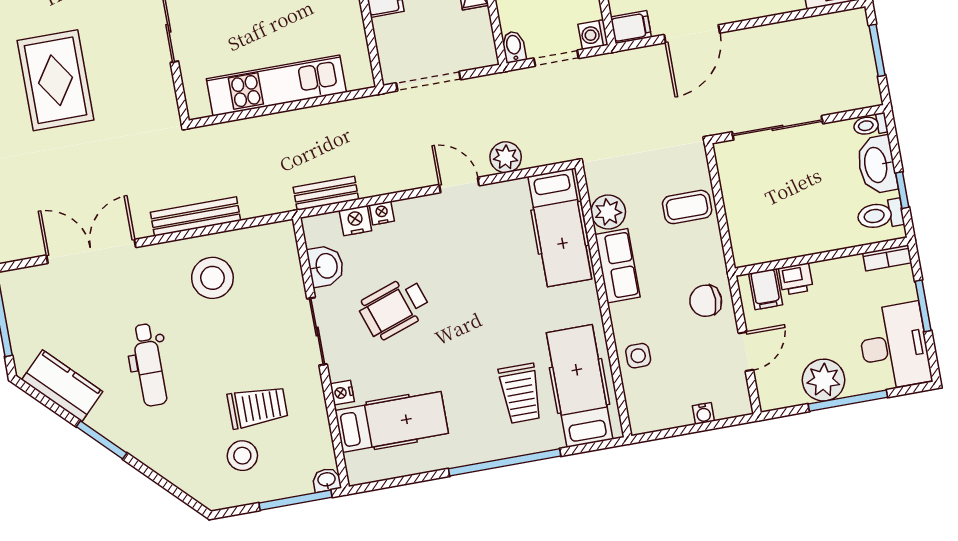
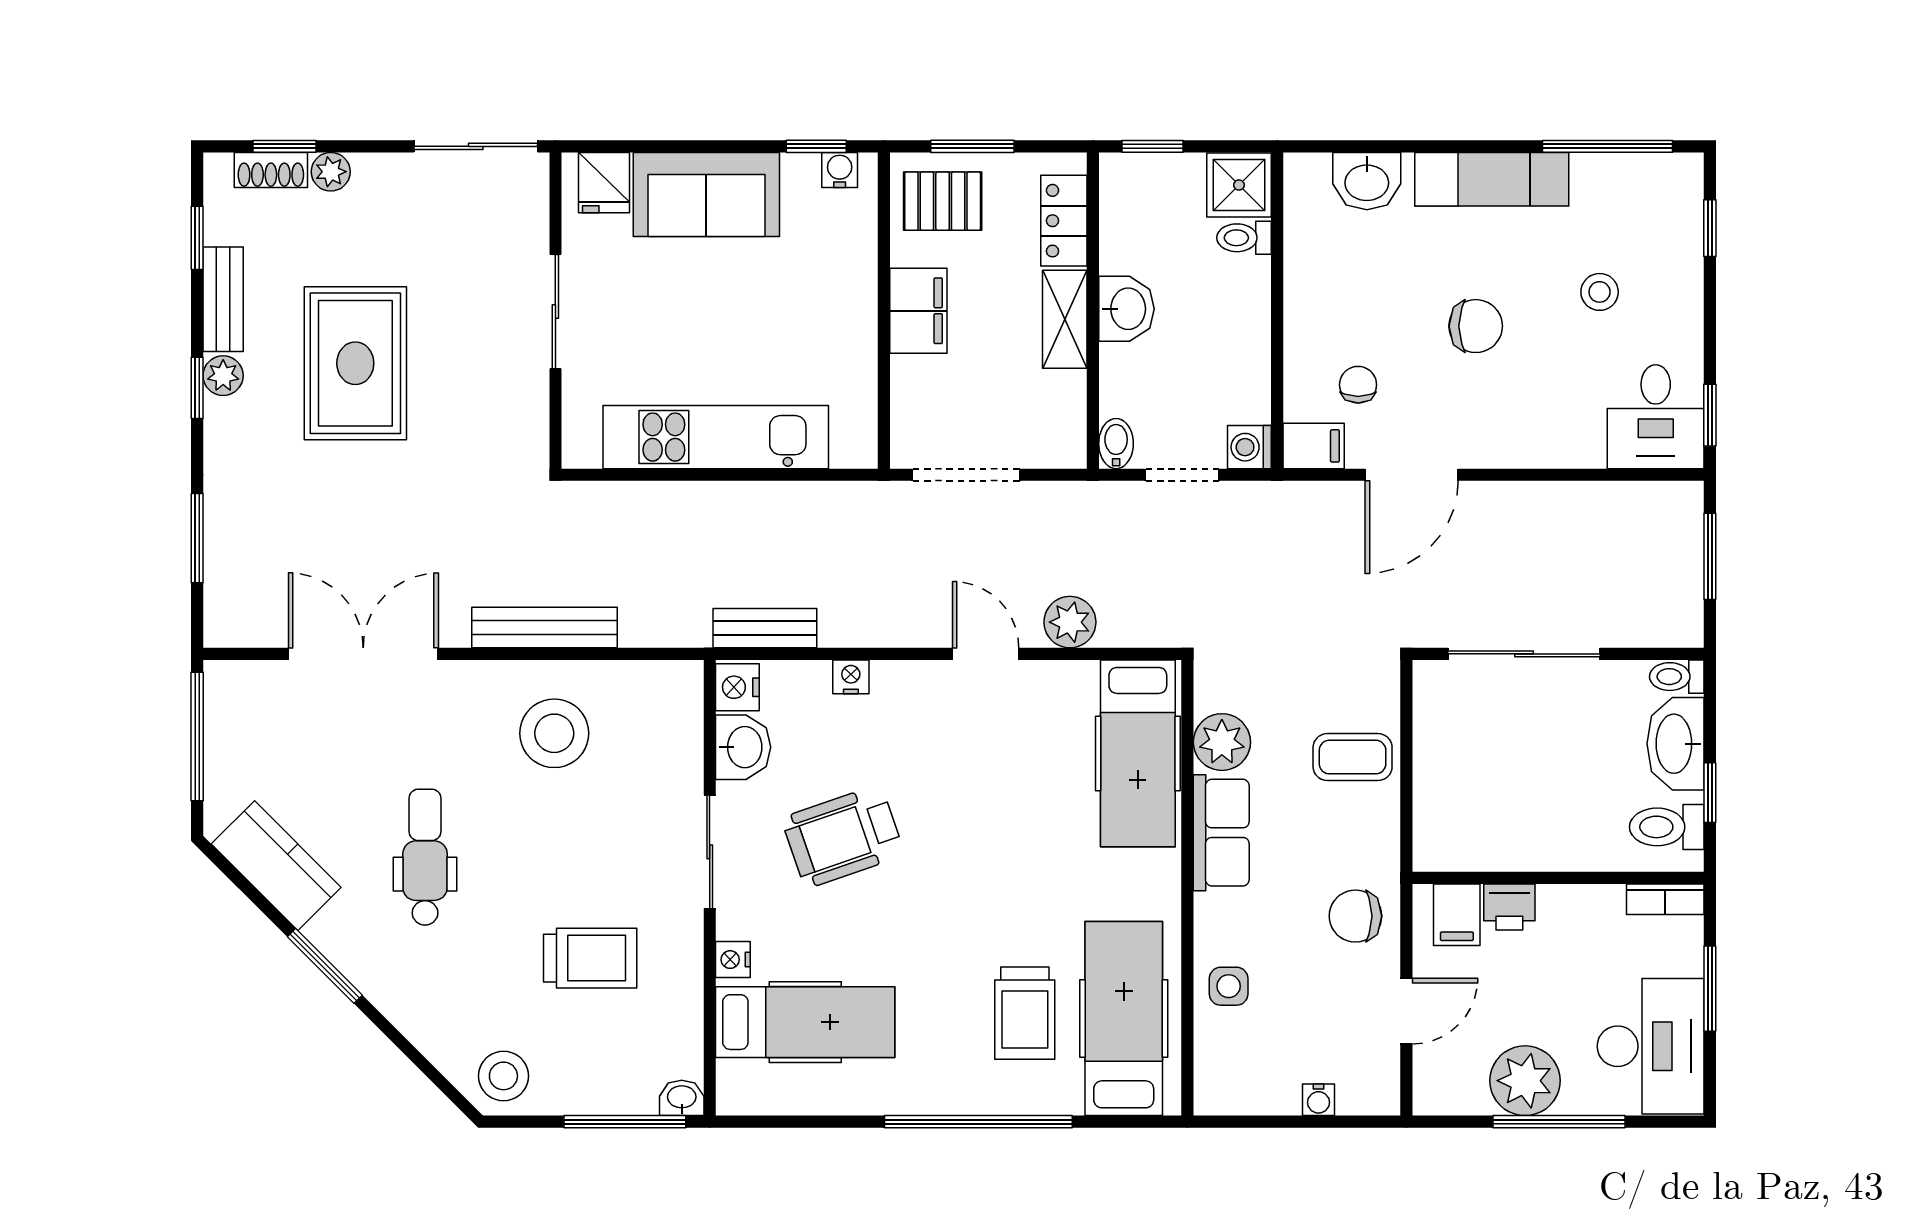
nightstand: (355, 221) -> (737, 687), moved, turned -90
dental chair: (149, 365) -> (425, 857), turned 180
stool: (242, 456) -> (503, 1076), moved

